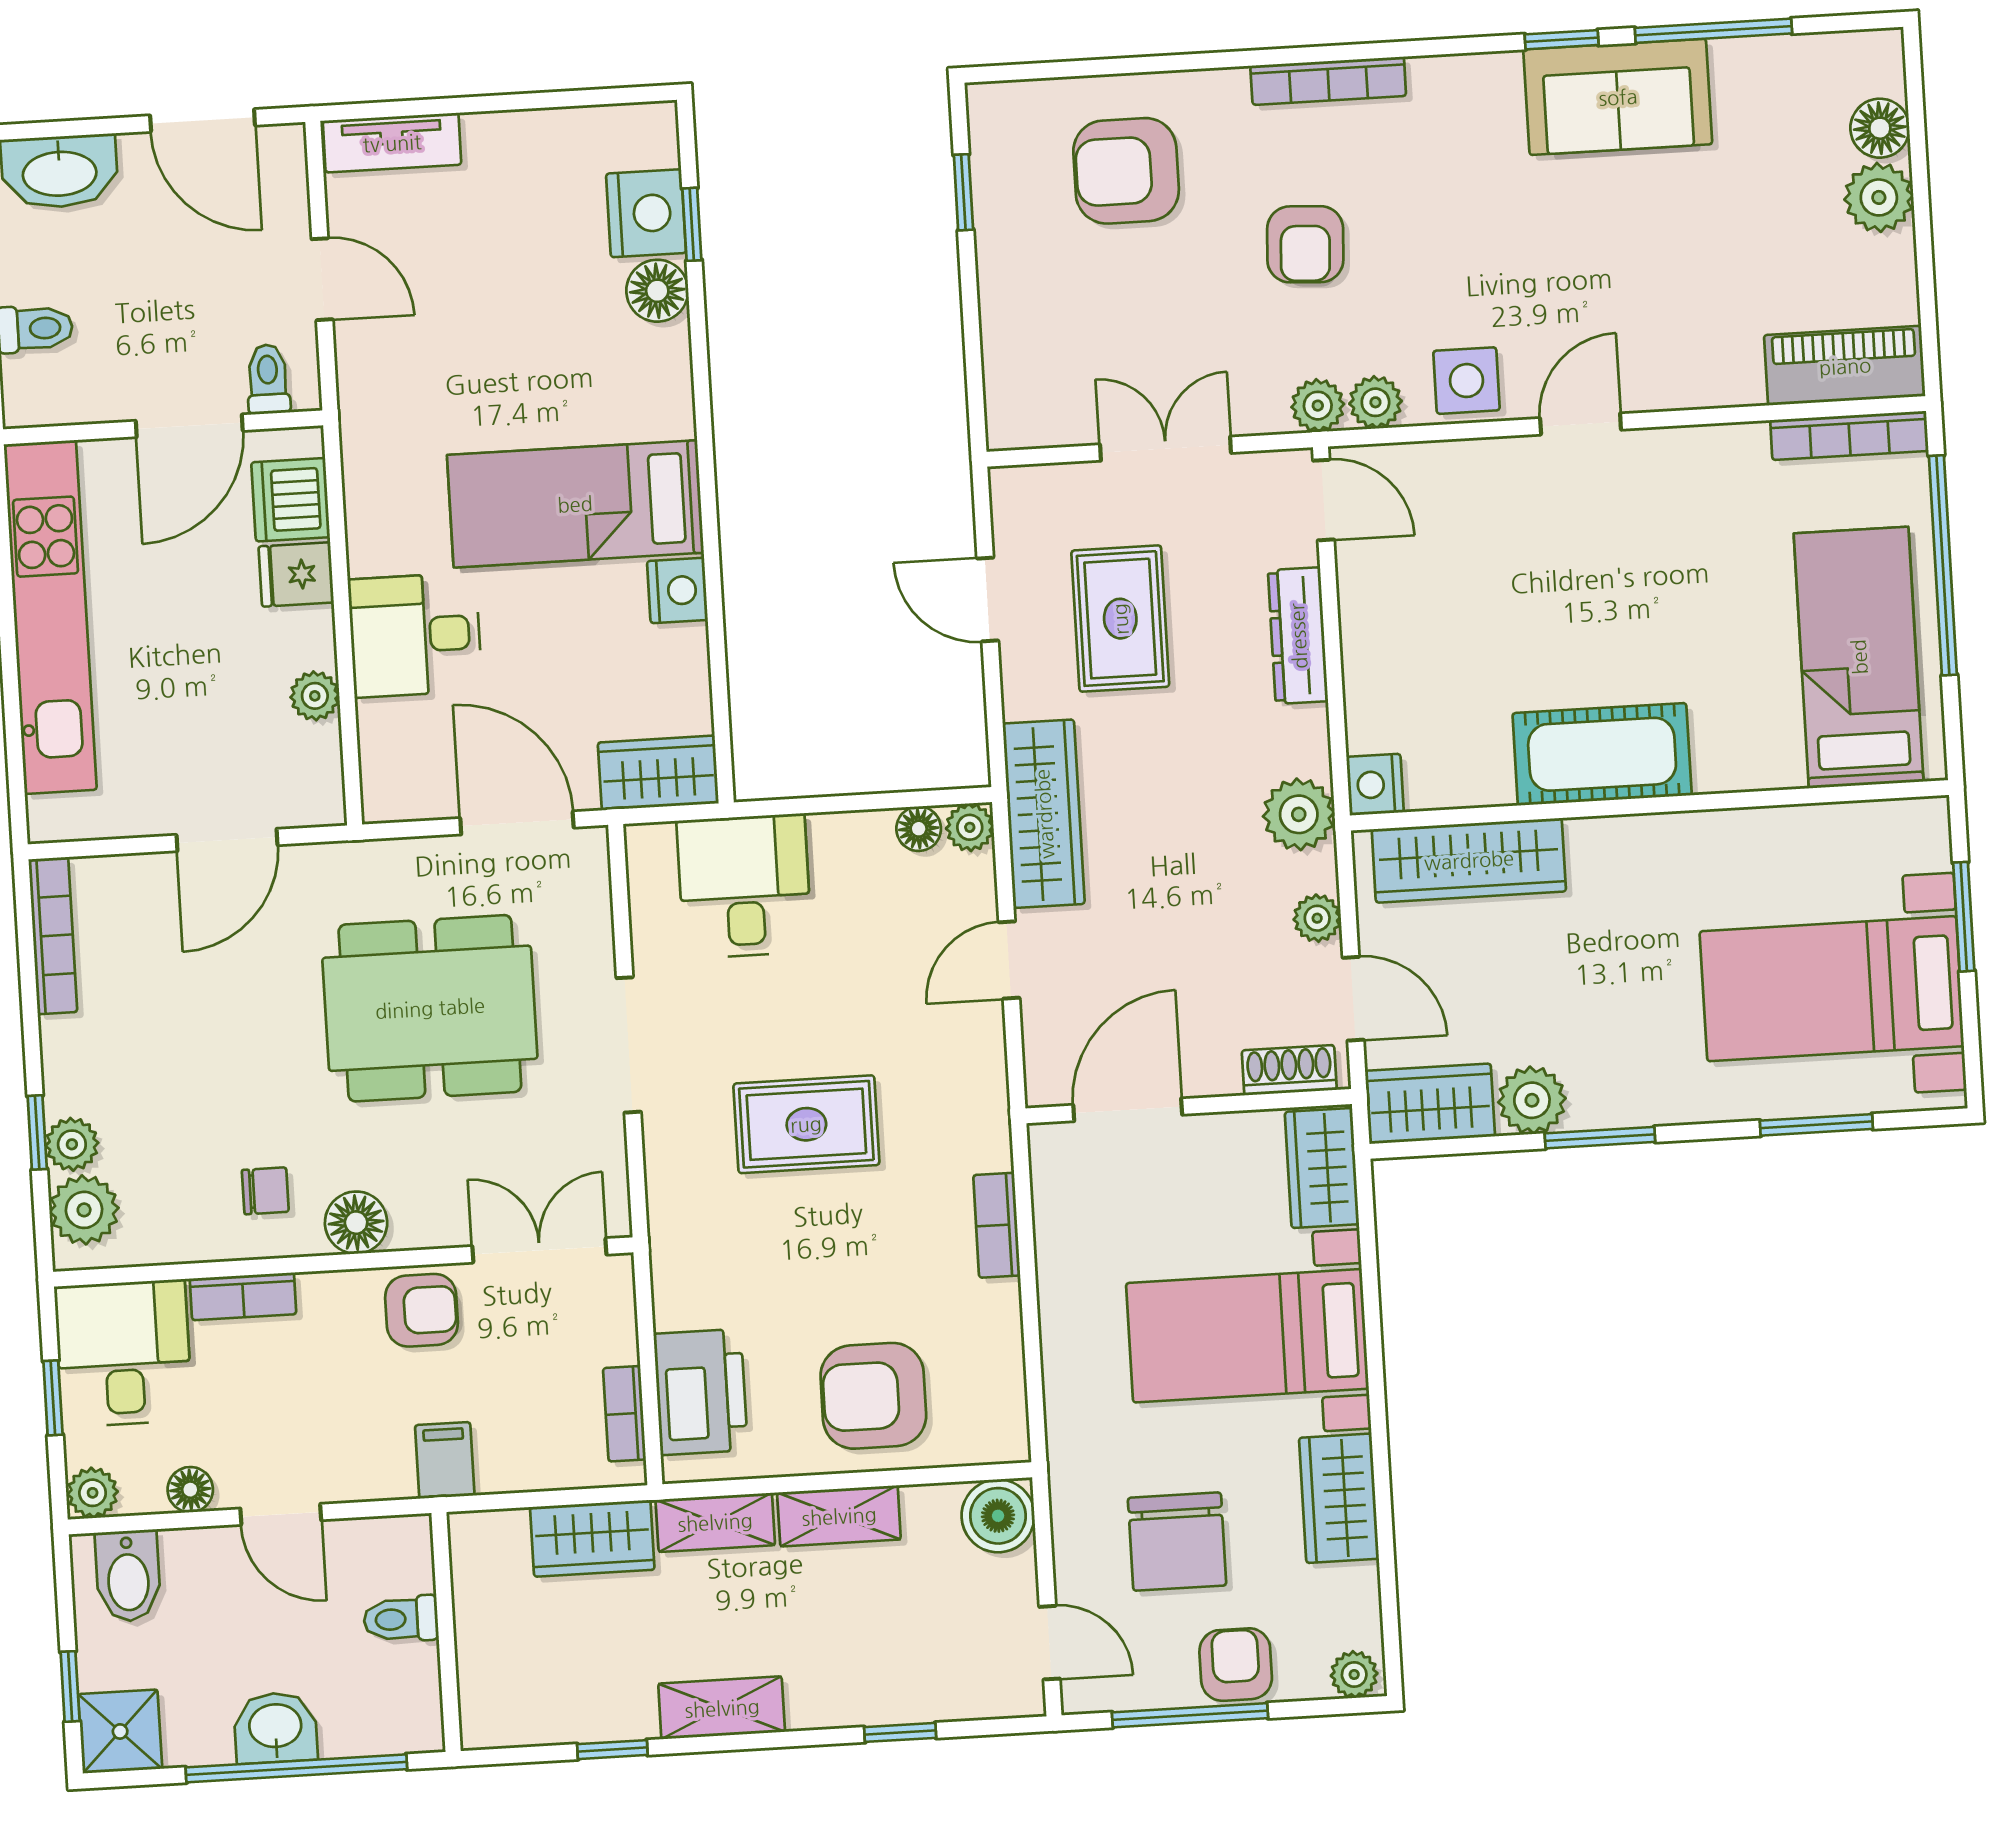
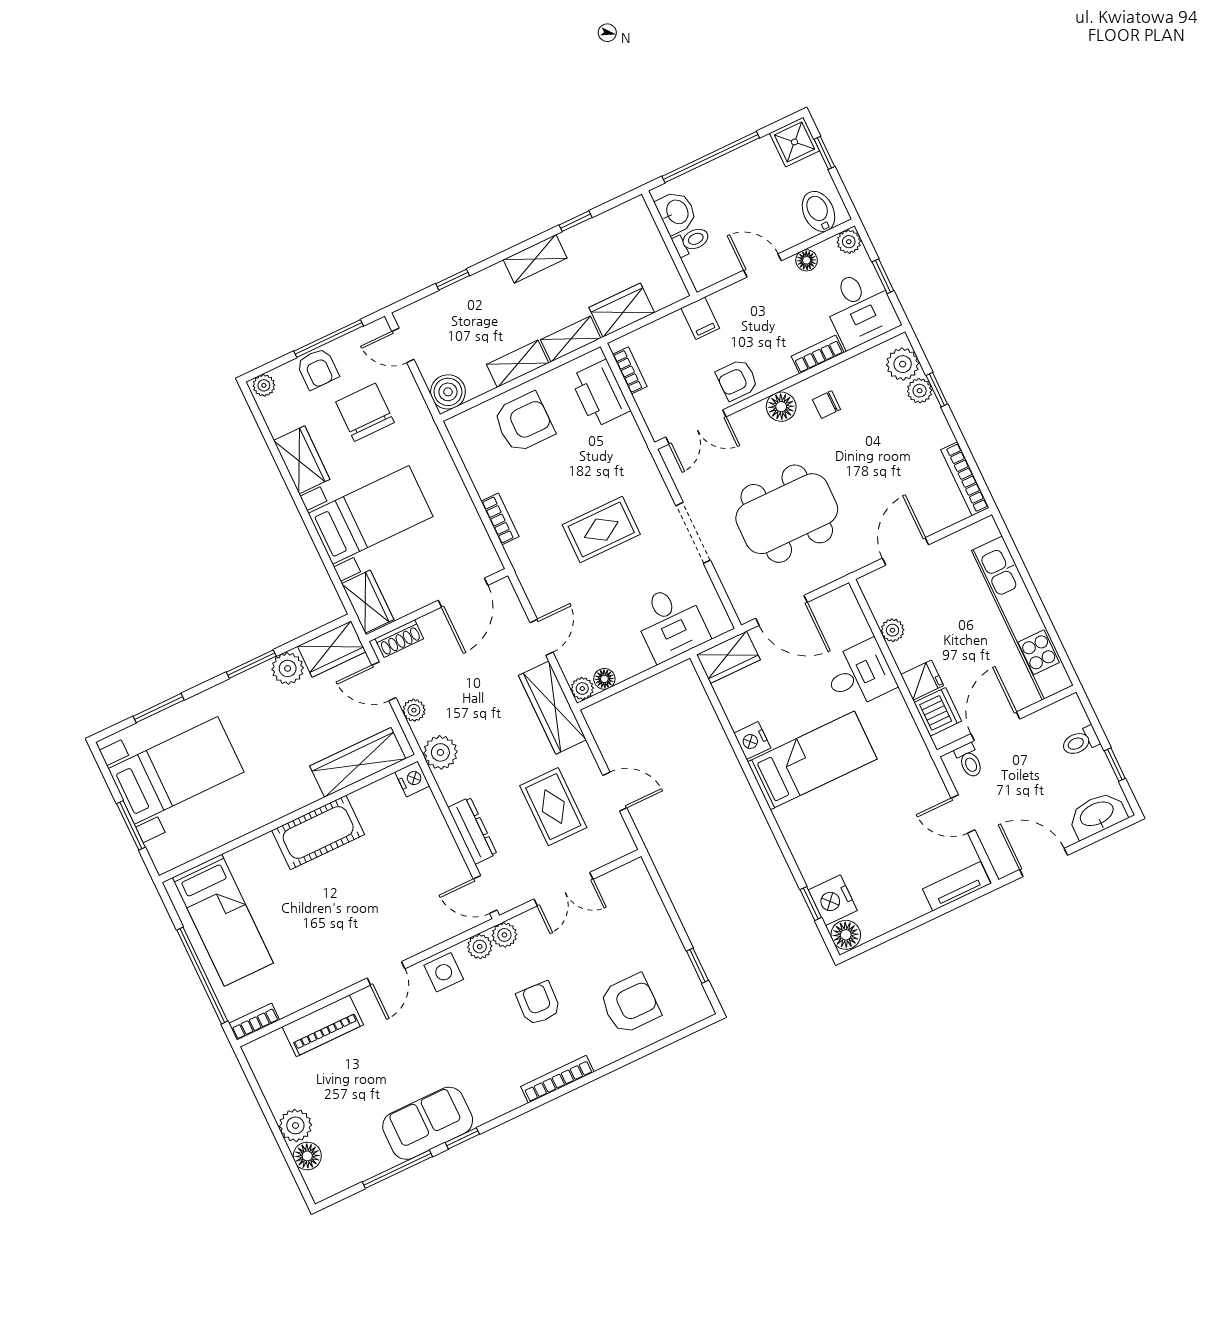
floor lamp: (657, 291) -> (846, 935), moved
piano: (1845, 366) -> (323, 1026), moved
bookcase: (1849, 436) -> (254, 1022), width x0.64
washbasin: (275, 1728) -> (676, 212), moved, turned -90

